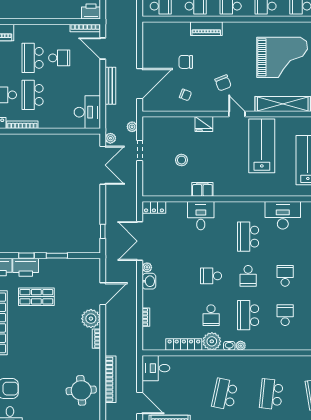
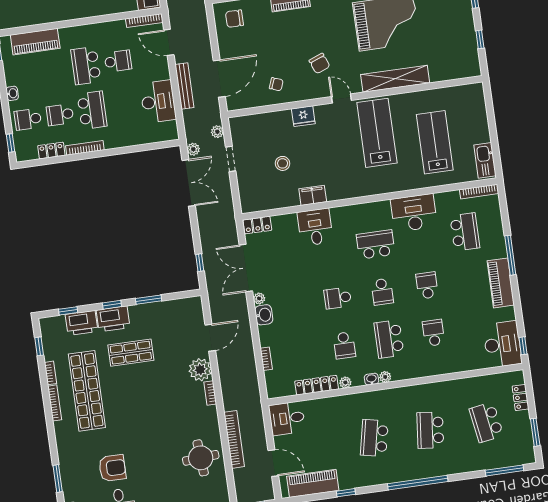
chair: (186, 62) -> (234, 19), moved
school desk: (33, 95) -> (92, 110), turned 180
desk: (87, 112) -> (158, 102), moved
school desk: (248, 237) -> (376, 244), turned 90
plant: (212, 341) -> (345, 382), width x0.53, depth x0.53

